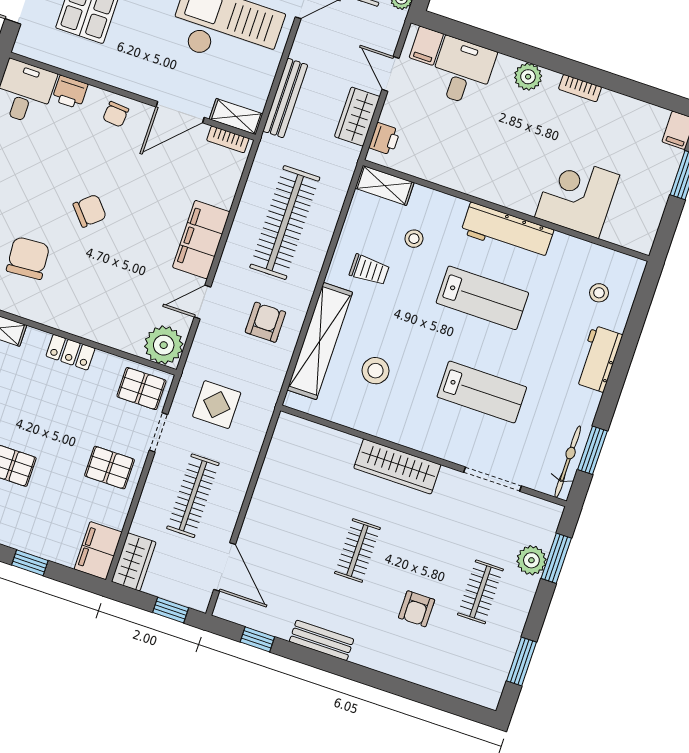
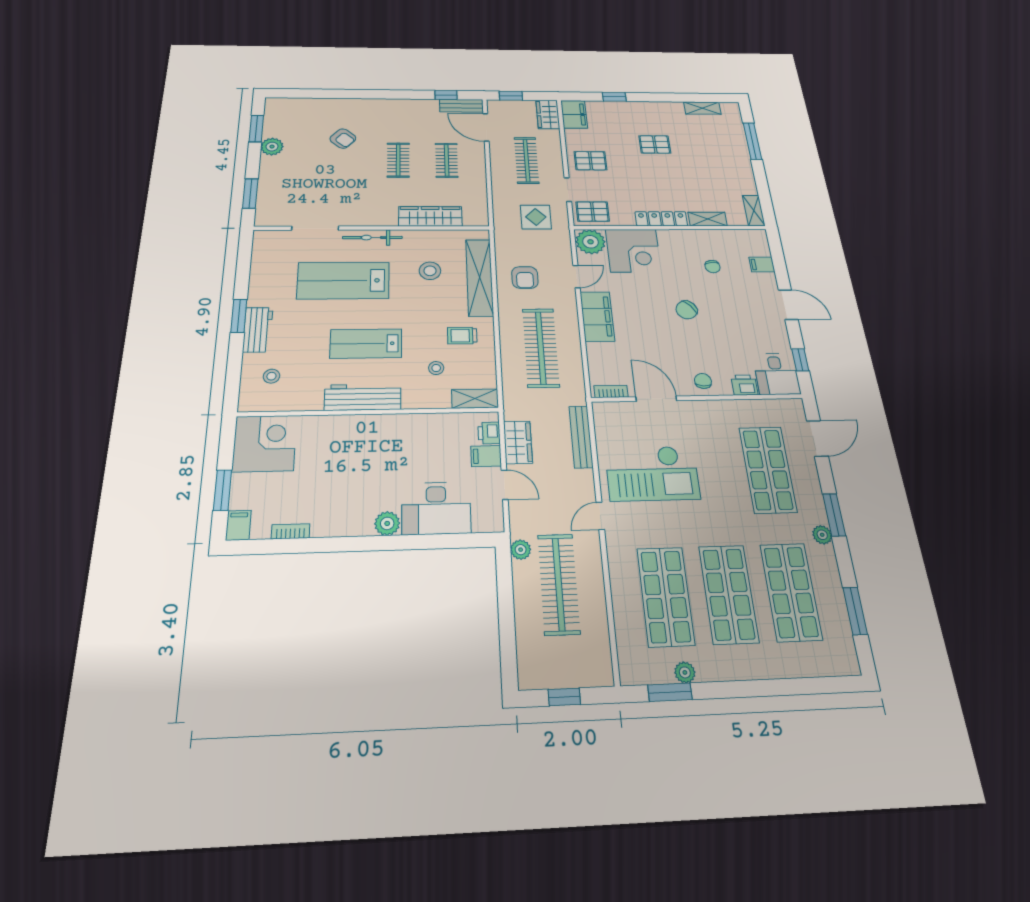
filing cabinet: (426, 46) -> (486, 456), moved, turned -90
desk: (462, 71) -> (436, 508), width x1.37
bookcase: (580, 88) -> (291, 531), moved
door: (180, 112) -> (656, 399), hinge flipped
shelving: (236, 117) -> (613, 410), removed
corner desk: (577, 196) -> (265, 443), moved, turned -90
chair: (28, 258) -> (712, 267), width x0.54, depth x0.54
corner desk: (116, 314) -> (633, 251), added
locker: (70, 352) -> (661, 219), width x1.53
lab bench: (482, 392) -> (343, 281), width x1.36, depth x1.39
window: (592, 450) -> (239, 316), moved
bicycle: (568, 462) -> (372, 238), moved, turned 90
wardrobe: (397, 466) -> (430, 216), moved
plant: (531, 560) -> (272, 147), moved
clothes rail: (480, 592) -> (447, 160), moved
armchair: (417, 609) -> (343, 139), turned 131
bench: (322, 640) -> (461, 106), moved

